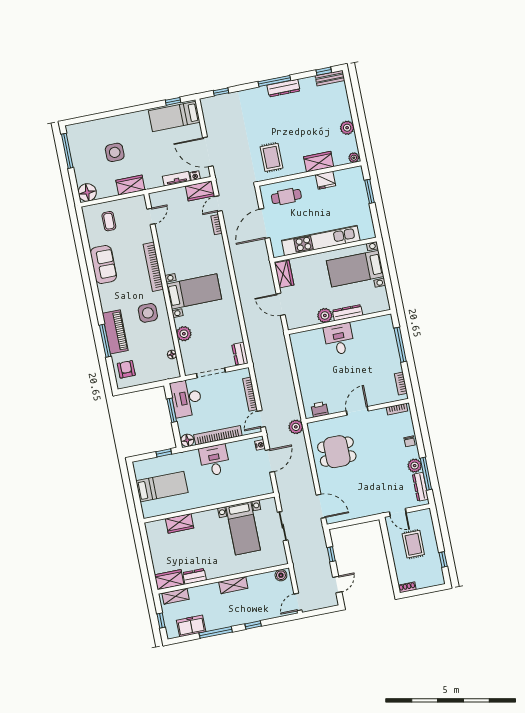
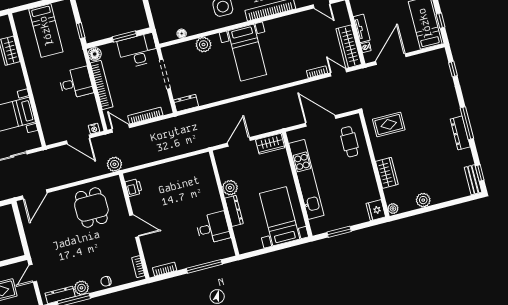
fridge: (326, 180) -> (376, 210), moved
wardrobe: (200, 191) -> (349, 47), width x1.50
window: (370, 191) -> (339, 232), moved
desk: (339, 339) -> (213, 228), moved

